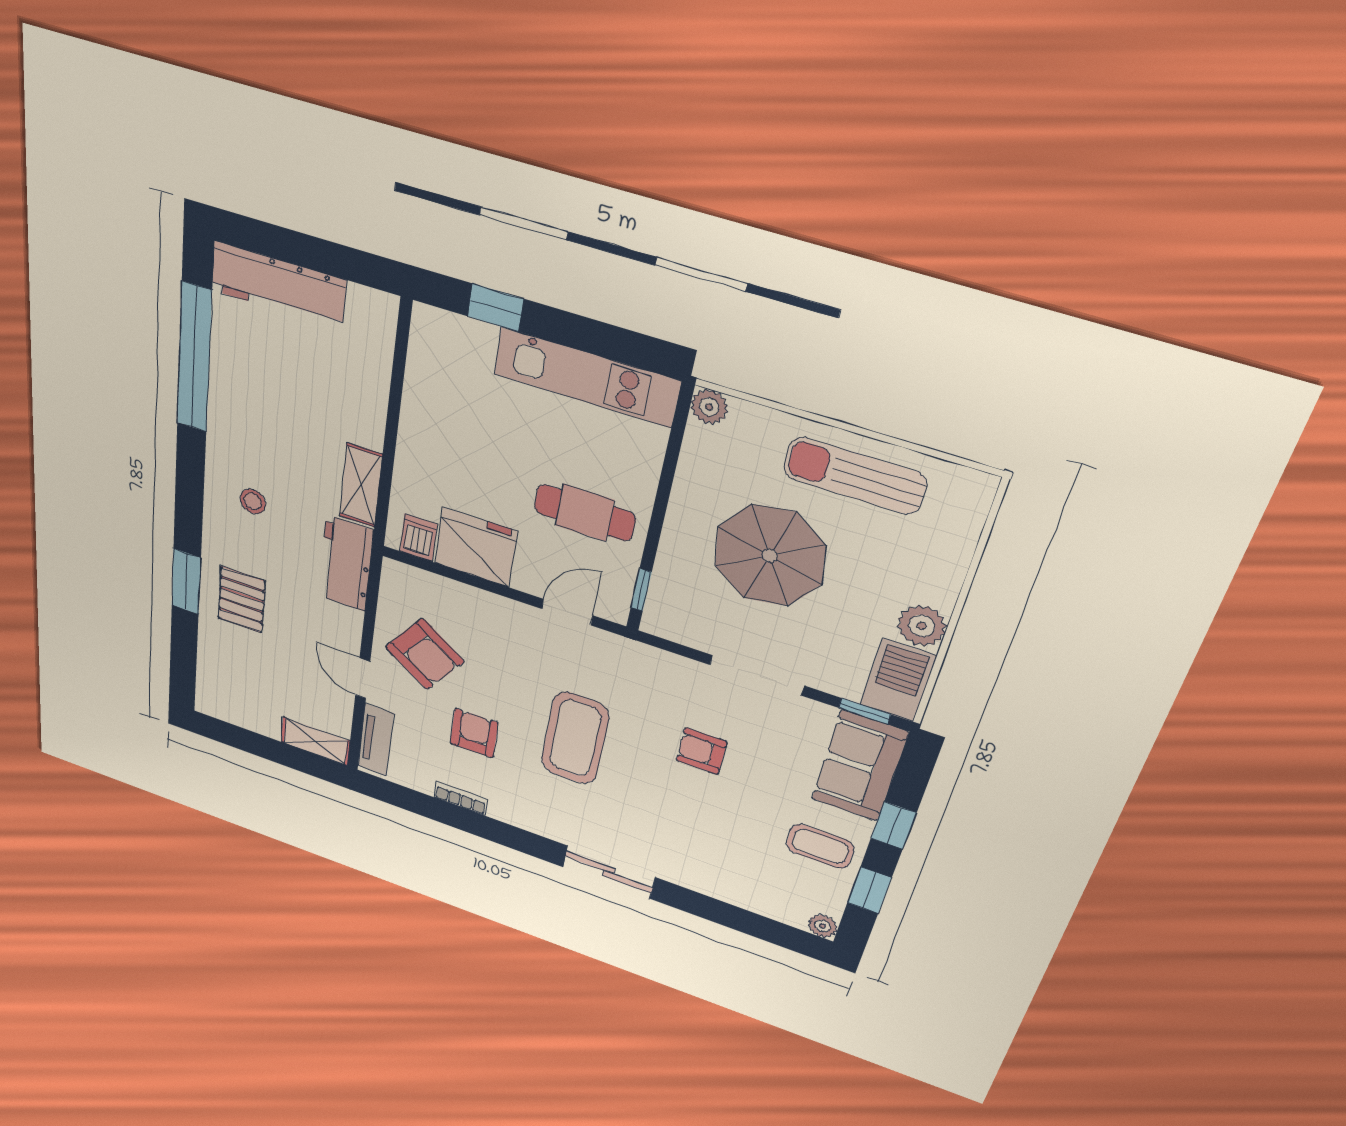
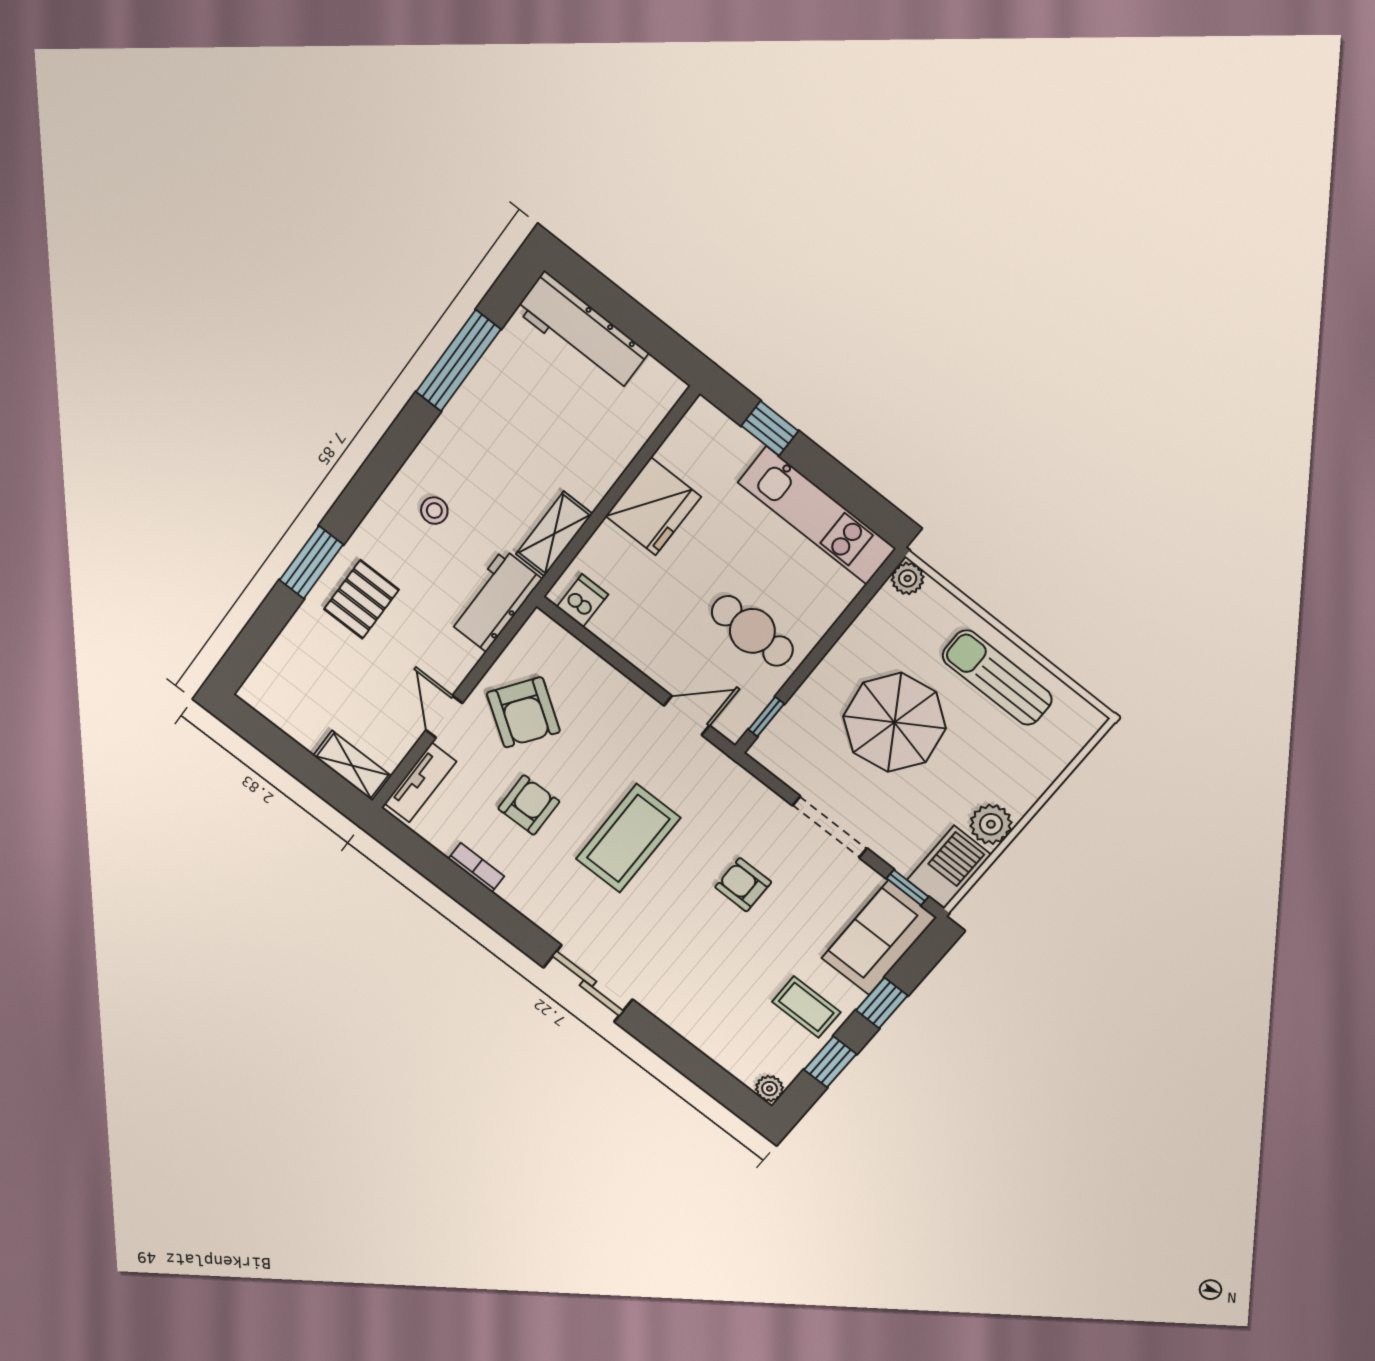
window: (194, 358) -> (458, 361), width x0.68
fridge: (476, 547) -> (653, 506), moved, turned 90

